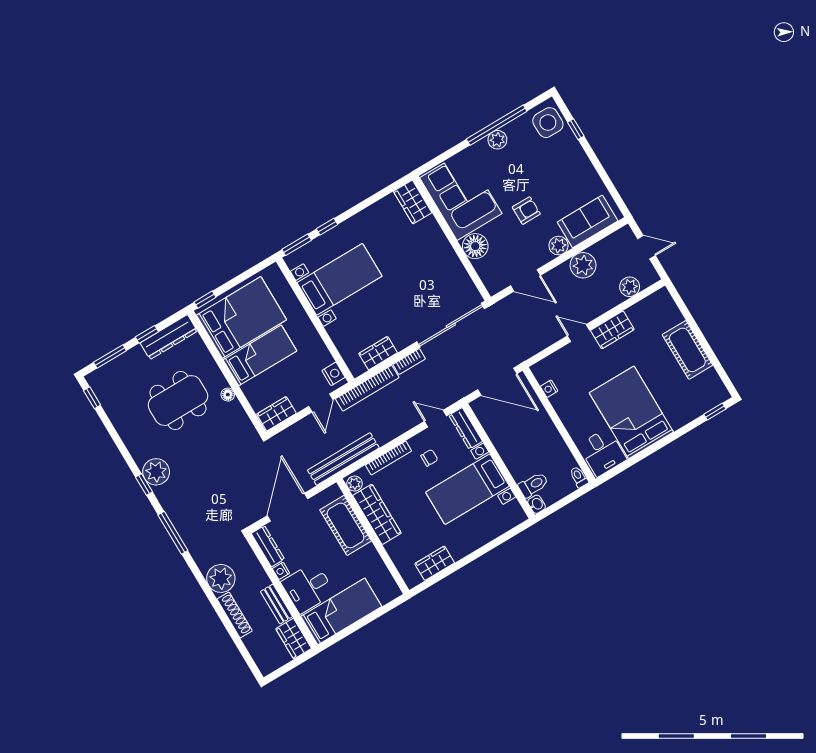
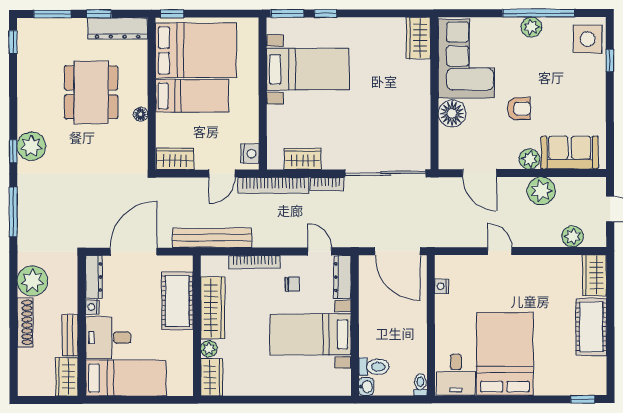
wardrobe: (612, 330) -> (594, 275), moved, turned 90
dining table: (178, 401) -> (91, 92), turned 90
plant: (355, 484) -> (209, 349), moved
wardrobe: (435, 563) -> (212, 377), moved, turned 90

